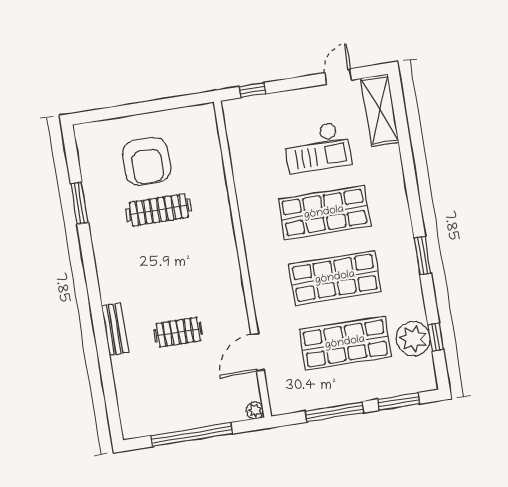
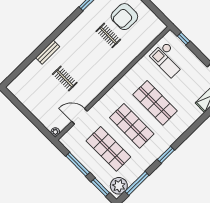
checkout: (317, 147) -> (168, 60), moved
clothes rail: (159, 210) -> (108, 35), width x0.73
window: (436, 337) -> (137, 183), width x2.17
plant: (413, 339) -> (119, 186), moved
window: (192, 435) -> (27, 113), removed

